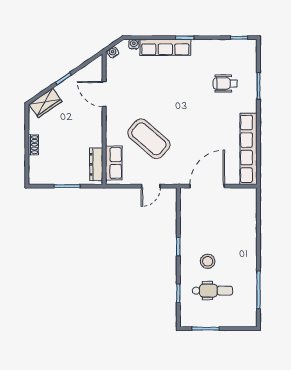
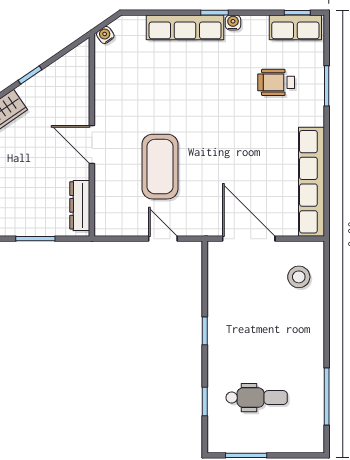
water cooler: (134, 44) -> (233, 22), moved
door: (104, 94) -> (92, 145), moved
coffee table: (149, 139) -> (160, 167), turned 49
row of seats: (114, 163) -> (295, 27), moved, turned 90
door: (151, 186) -> (163, 239), swing flipped
door: (207, 186) -> (249, 239), hinge flipped
stool: (208, 261) -> (299, 277), moved

